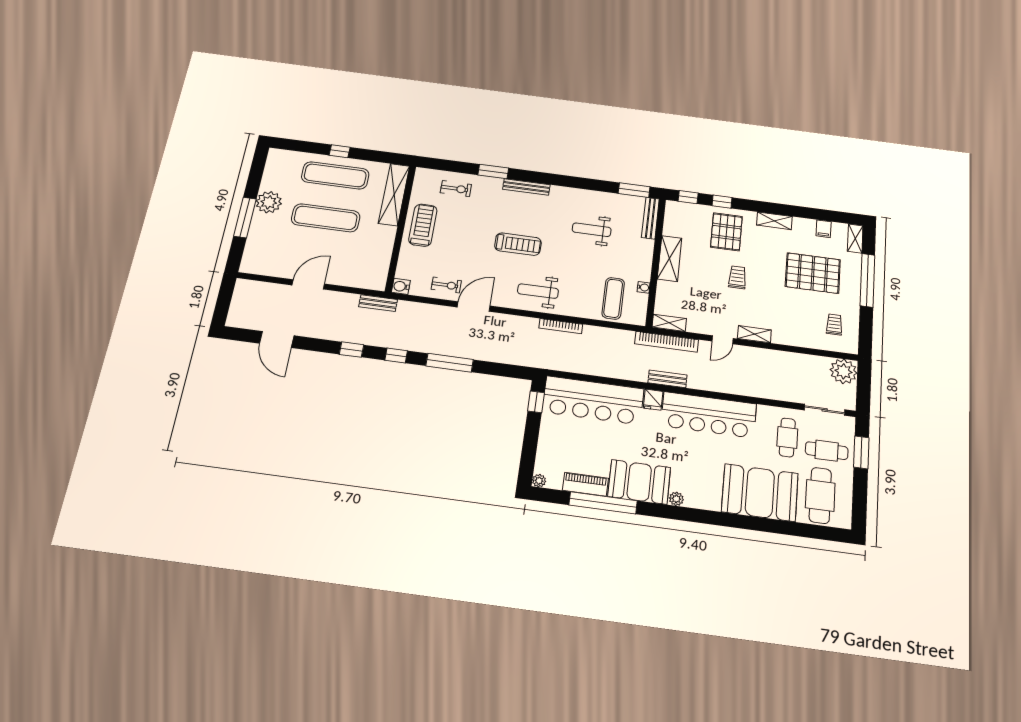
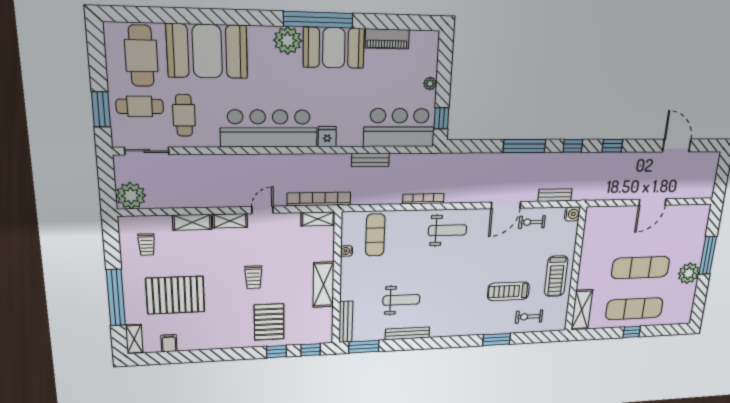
bench: (526, 187) -> (407, 333), moved
shelving: (394, 195) -> (582, 310), width x0.68
shelving: (774, 221) -> (192, 222), moved
treadmill: (518, 244) -> (508, 291), moved
bench: (378, 303) -> (555, 195), moved
bench: (667, 379) -> (370, 160), moved
bar counter: (593, 400) -> (399, 128), width x0.73
plant: (539, 481) -> (430, 84), moved
plant: (676, 499) -> (288, 40), width x1.87, depth x1.87
window: (603, 503) -> (318, 20), moved

